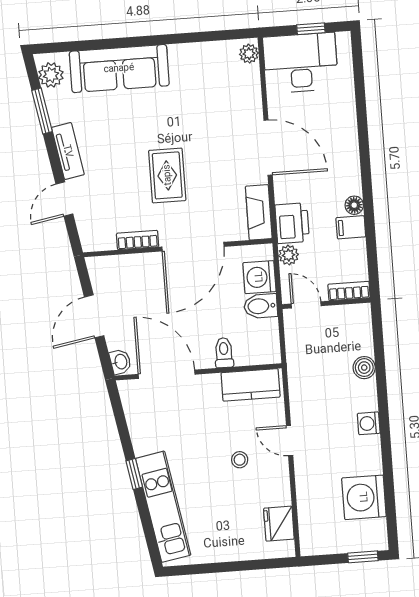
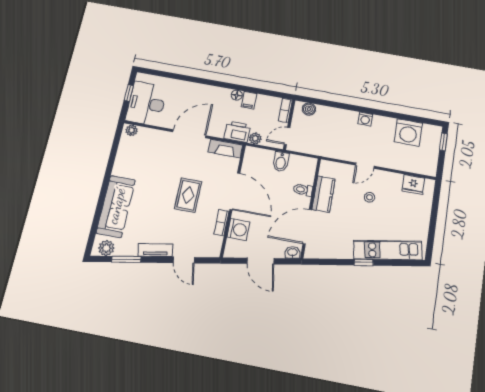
rug: (167, 175) -> (188, 195), turned 90
washing machine: (259, 277) -> (238, 230), moved, turned -90
boiler: (364, 368) -> (309, 109), moved
kitchen counter: (251, 385) -> (324, 194), moved

